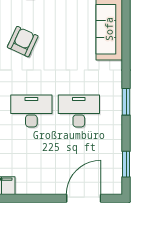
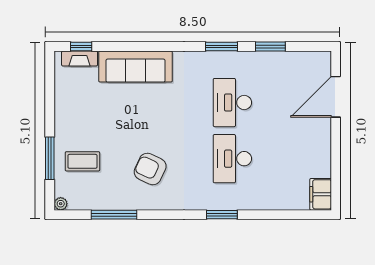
window: (126, 164) -> (270, 47), moved
door: (84, 198) -> (336, 97), hinge flipped

